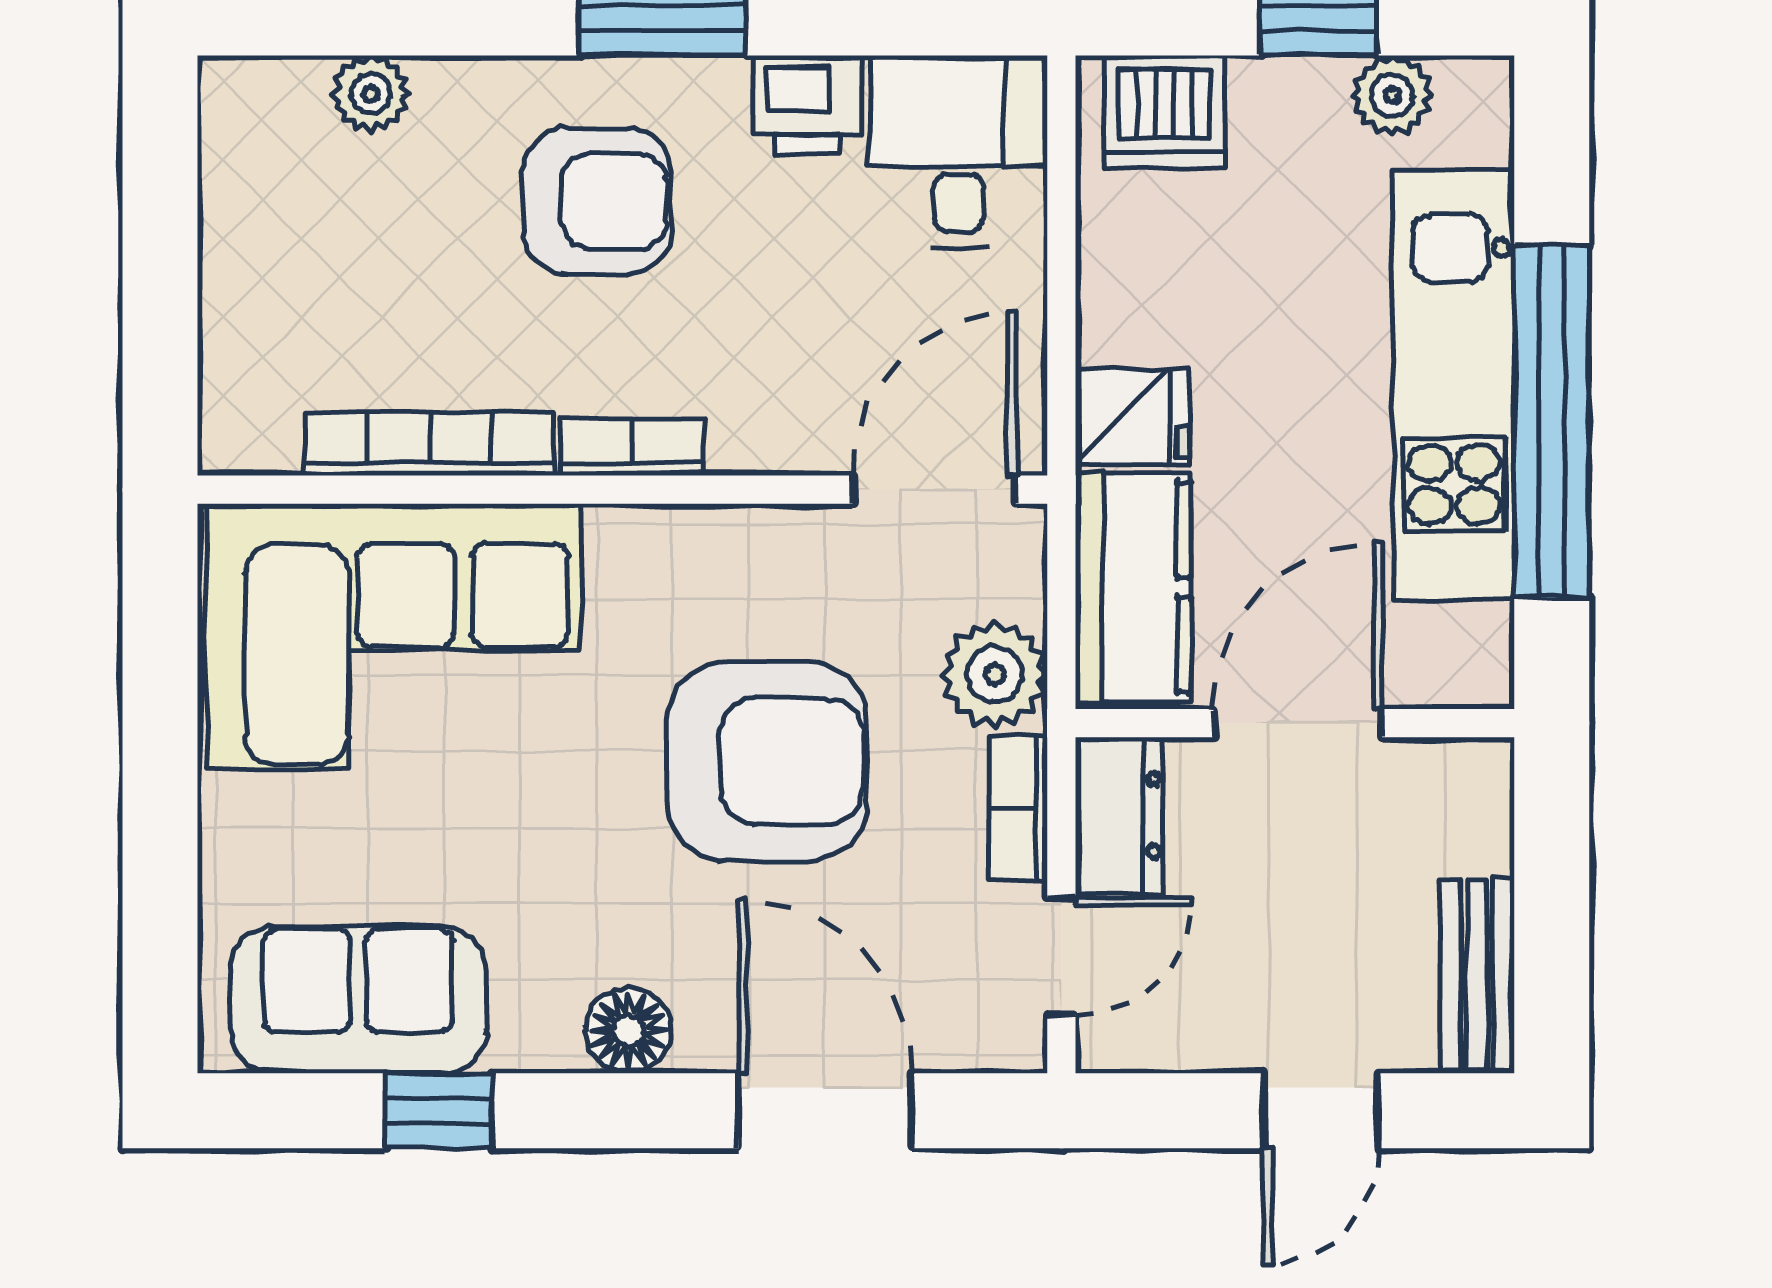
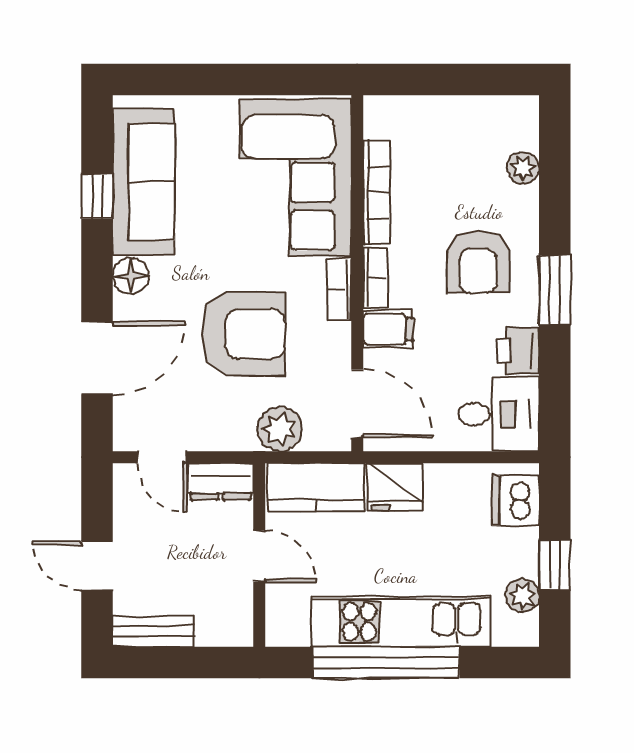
filing cabinet: (756, 416) -> (388, 329), added
fridge: (1132, 417) -> (395, 487), width x1.38
door: (1298, 723) -> (259, 556), width x0.73
armchair: (767, 761) -> (243, 334), turned -90
bookcase: (1018, 808) -> (339, 289), moved, turned -90
sofa: (358, 1000) -> (144, 182), width x1.36

